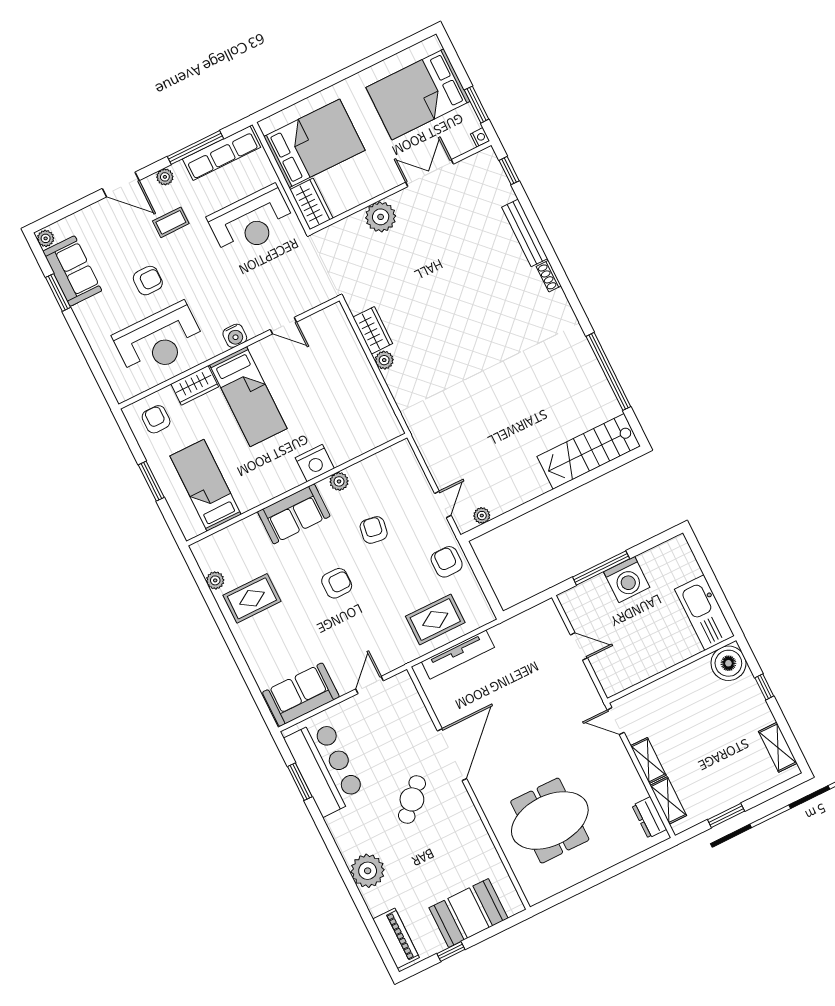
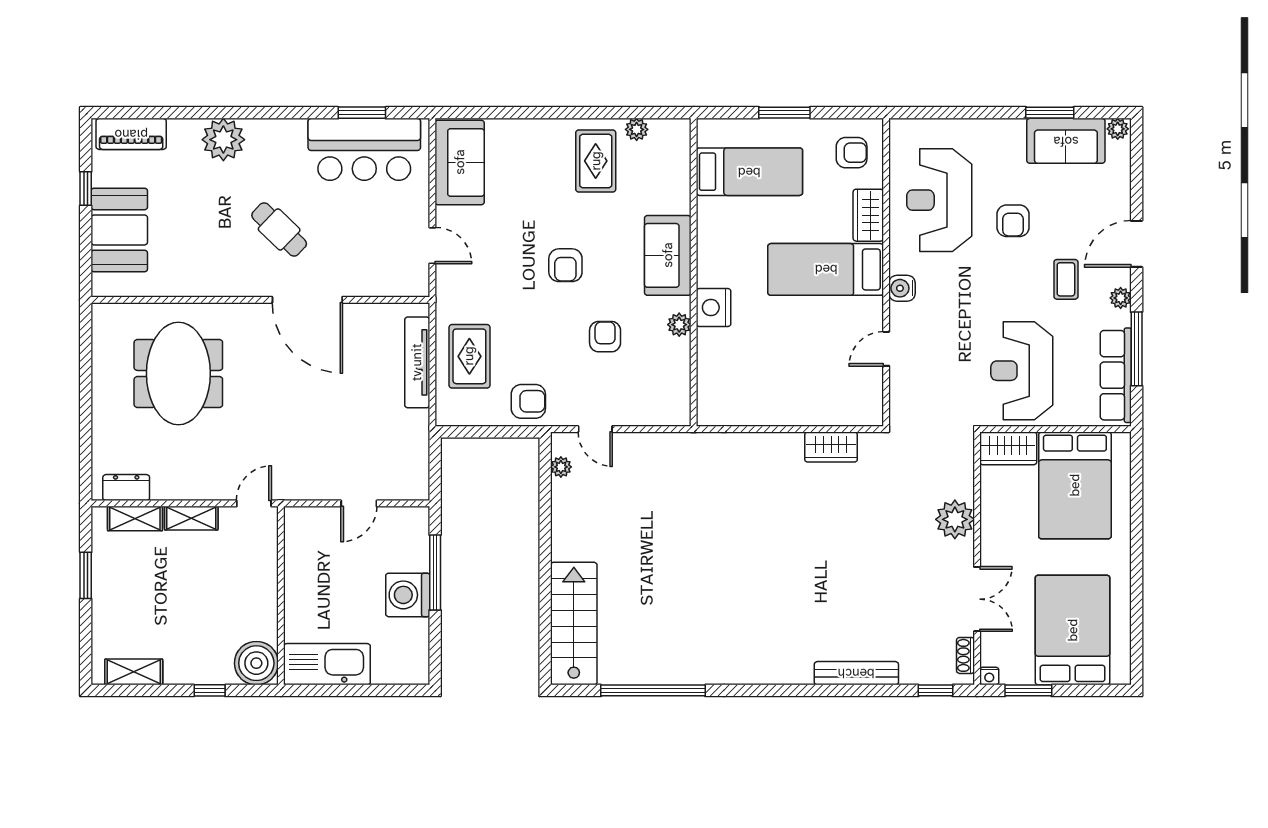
shoe rack: (549, 276) -> (965, 655), moved, turned -90
plant: (384, 360) -> (791, 443), removed
armchair: (374, 530) -> (605, 337), turned -99

